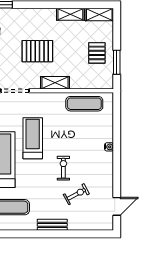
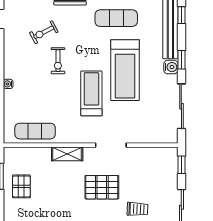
pallet: (37, 51) -> (102, 187), moved
treadmill: (33, 138) -> (91, 93), turned 180

